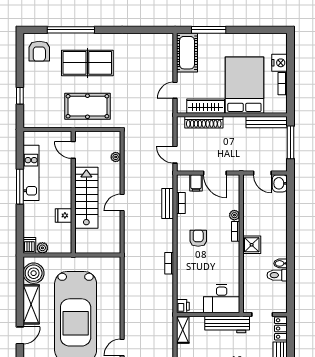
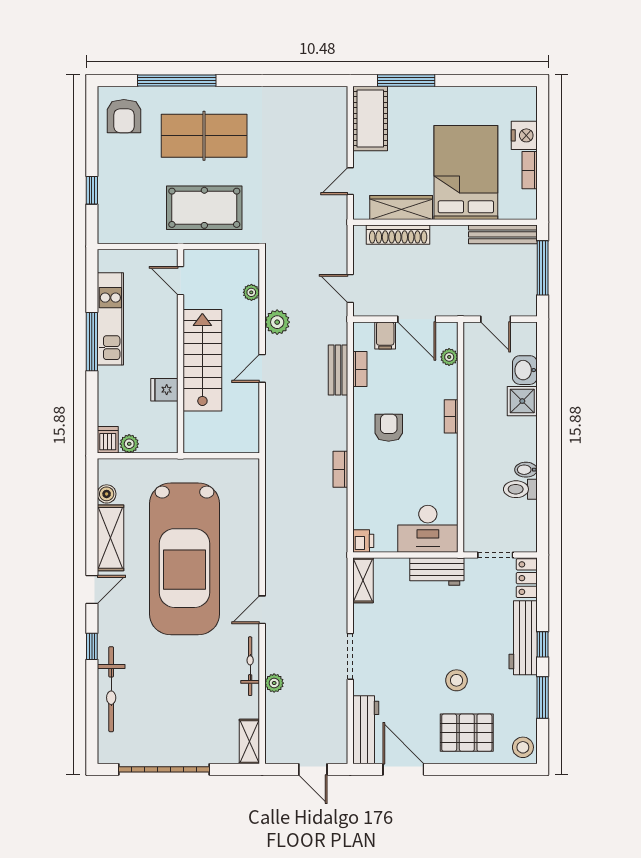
plant: (131, 175) -> (277, 322), added
washbasin: (280, 183) -> (525, 370), moved
plant: (234, 215) -> (449, 357), moved
shower: (252, 245) -> (522, 401), moved
boiler: (34, 273) -> (107, 494), width x0.54, depth x0.54
workbench: (227, 325) -> (437, 571), width x0.73

